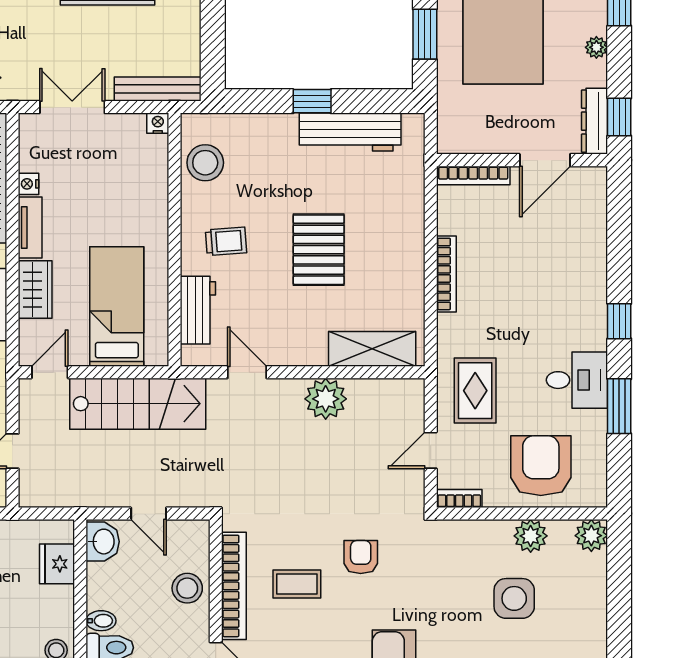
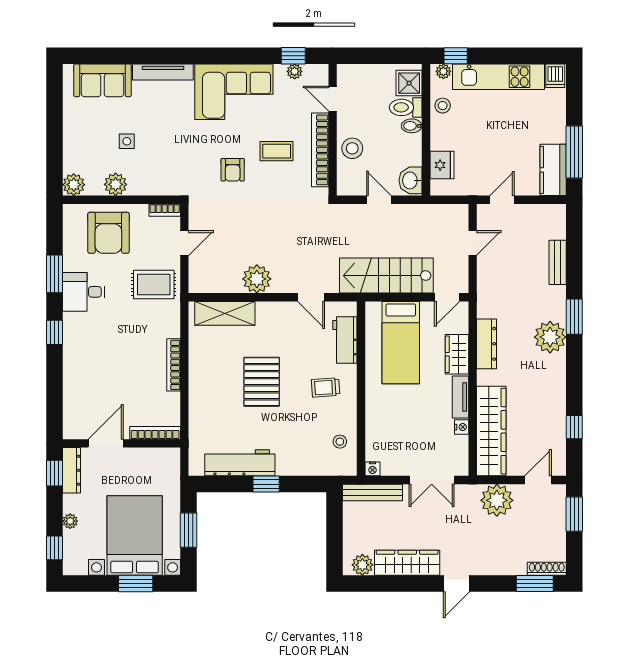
stool: (205, 163) -> (340, 442), width x0.53, depth x0.53
rug: (475, 391) -> (154, 285), turned 90
side table: (514, 598) -> (127, 141), width x0.54, depth x0.54

